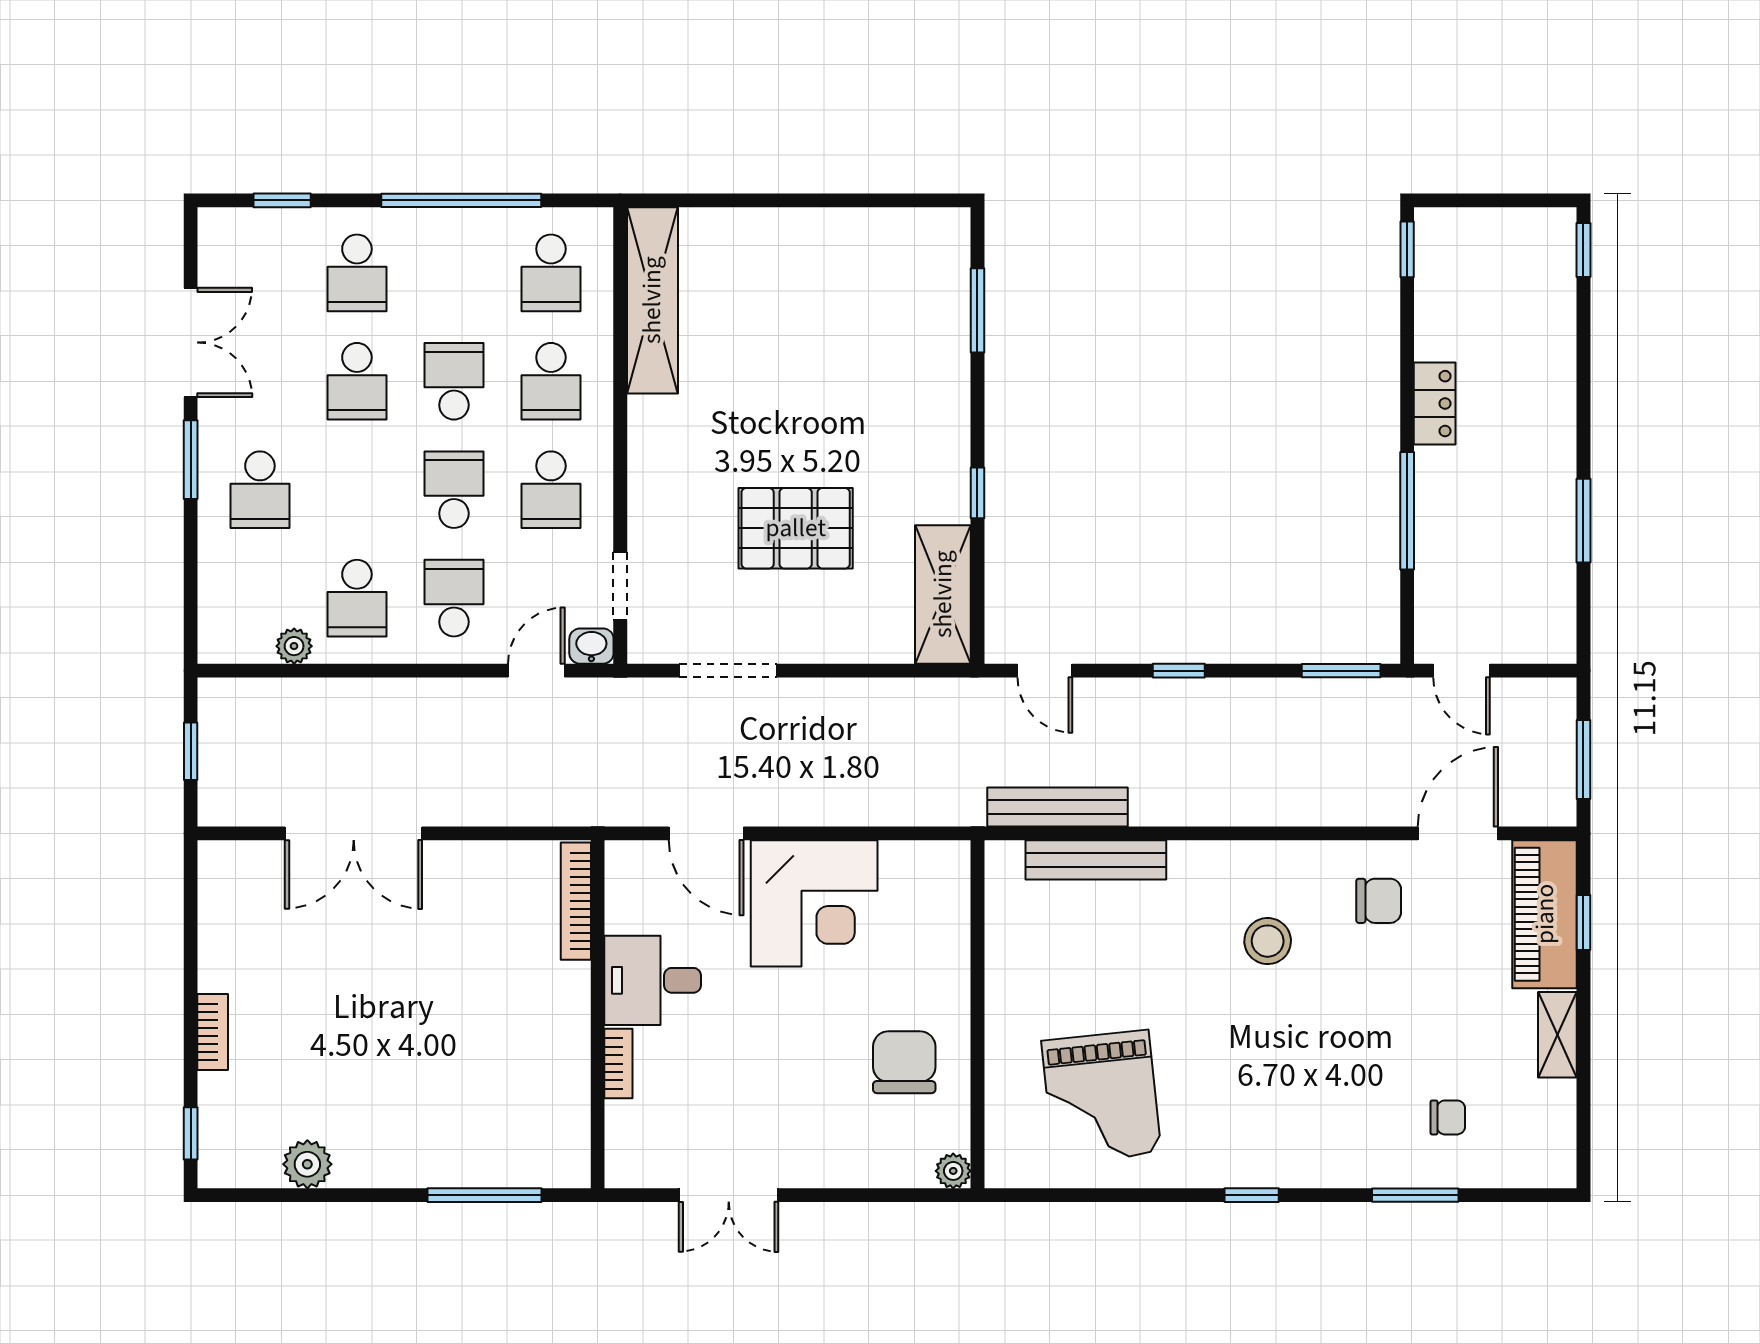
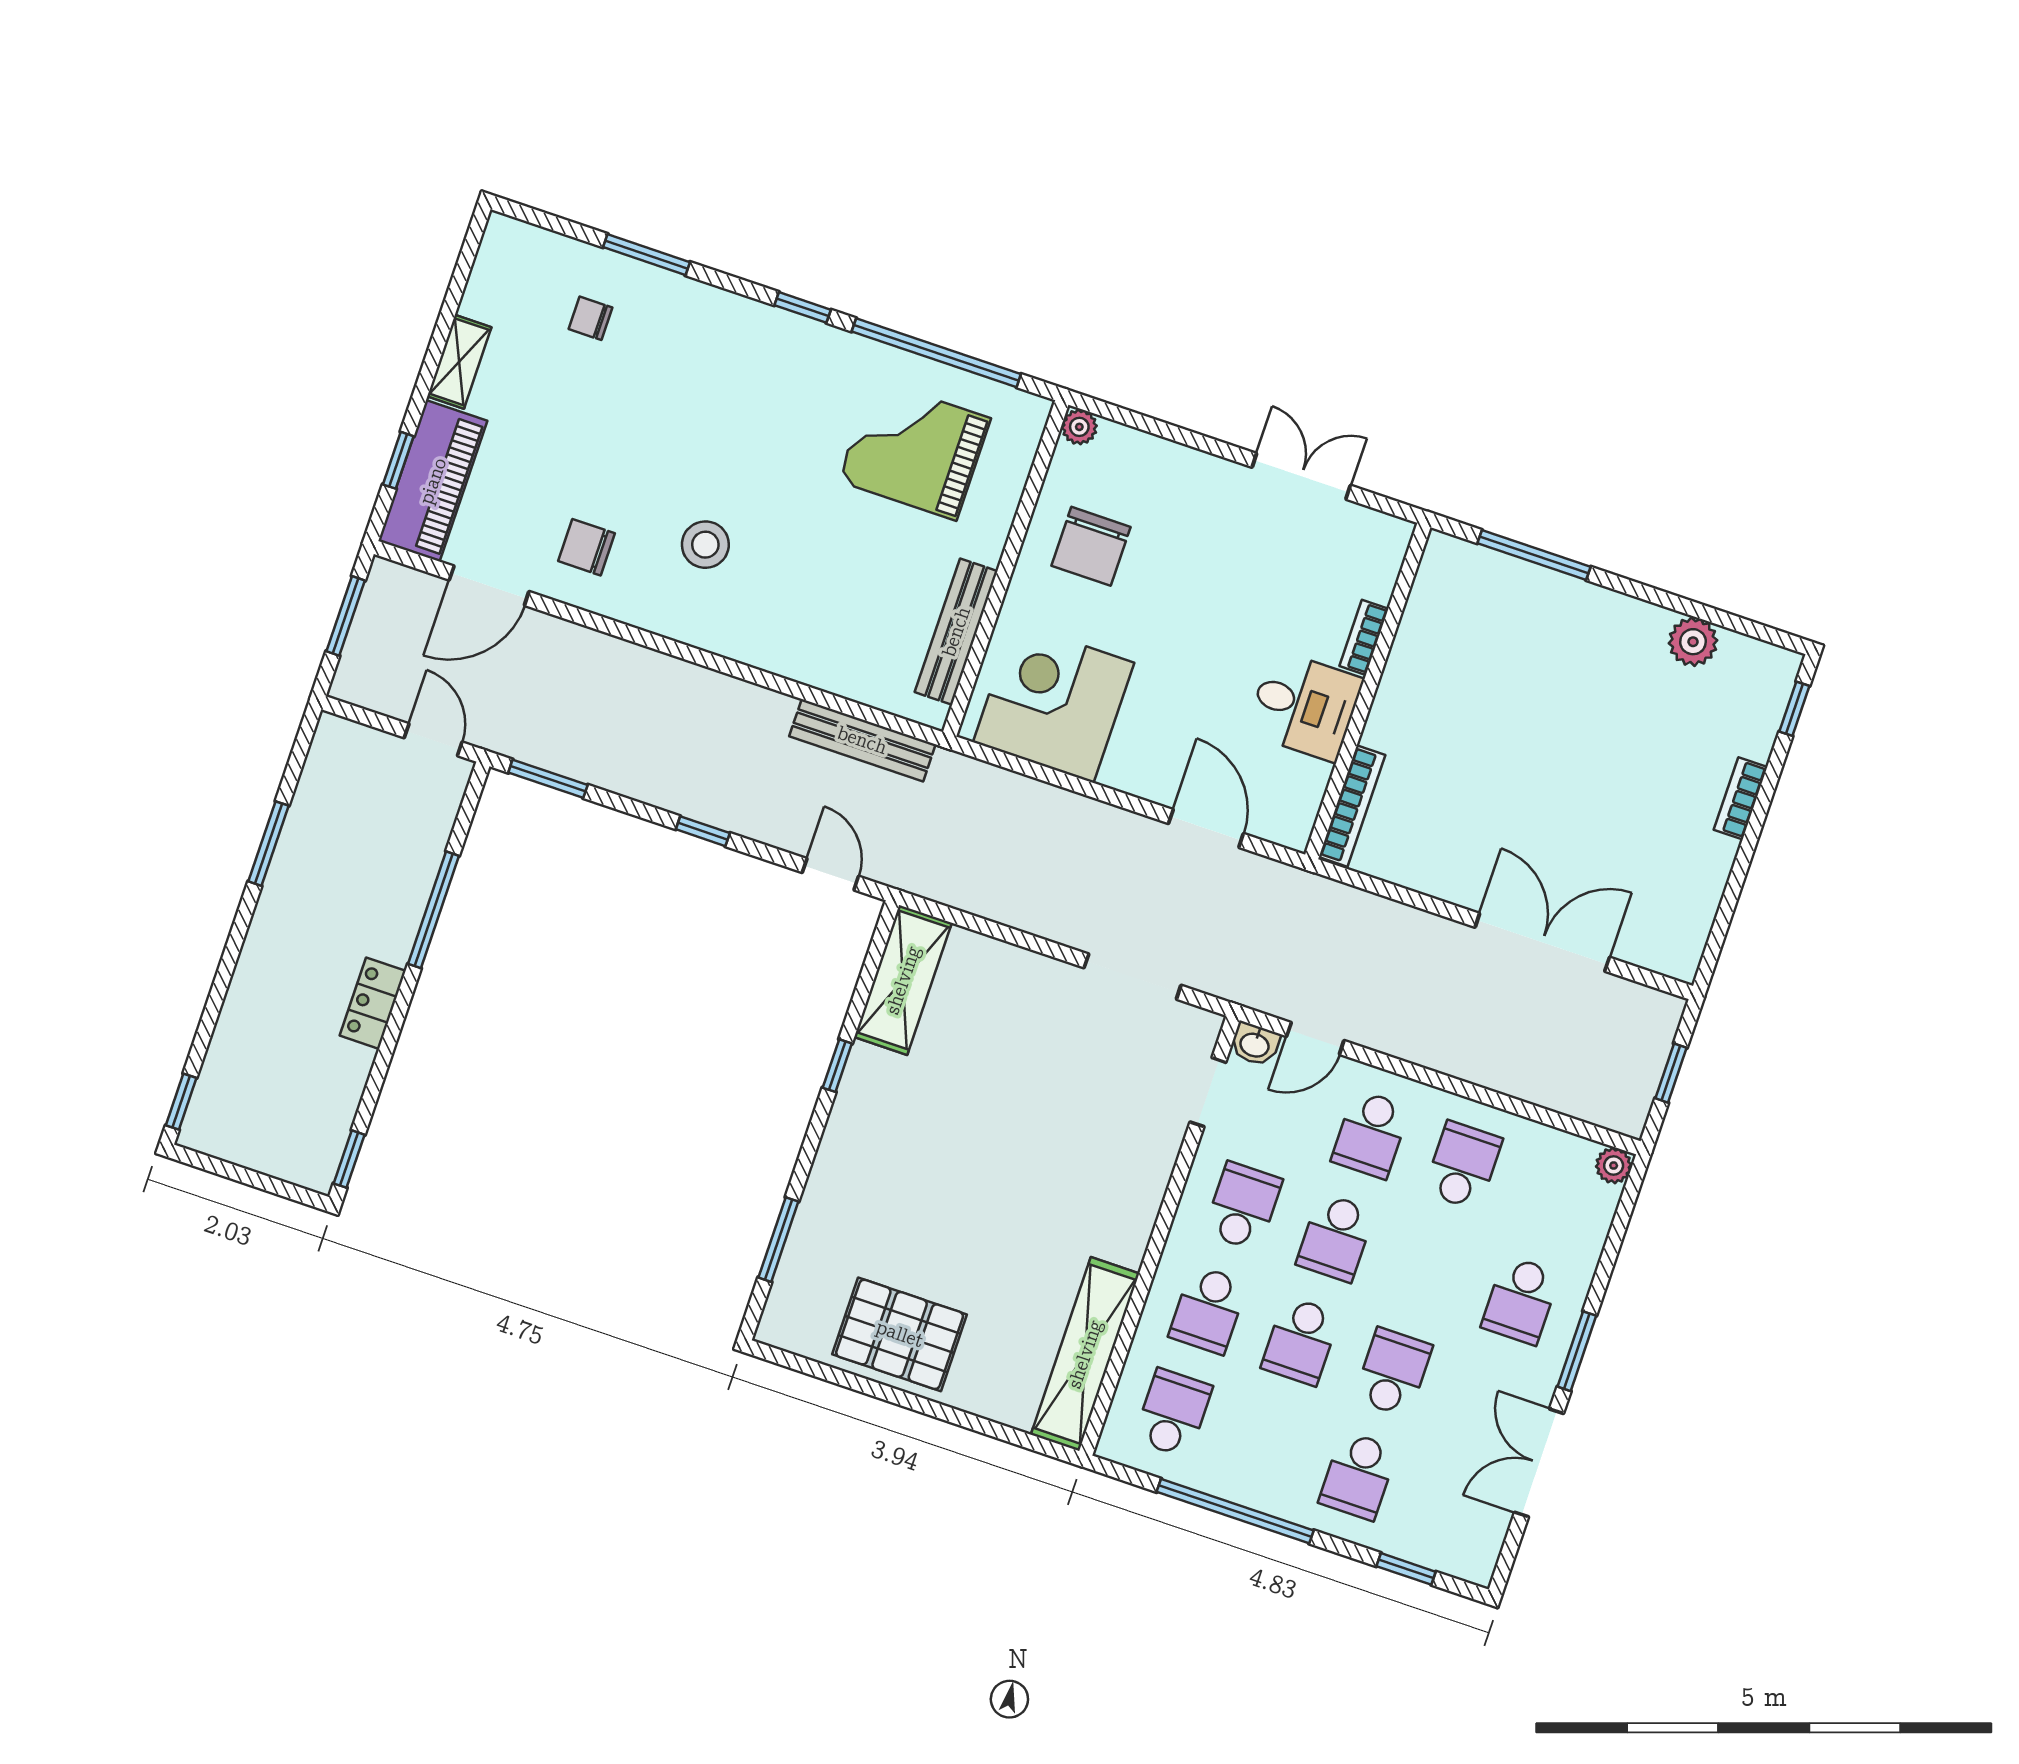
school desk: (357, 273) -> (1358, 1476), turned 180
school desk: (551, 381) -> (1208, 1310), turned 180
school desk: (260, 490) -> (1521, 1300), turned 180
pallet: (796, 528) -> (900, 1334), moved
plant: (294, 646) -> (1614, 1166), moved
bench: (1096, 860) -> (956, 632), moved, turned 90
corner desk: (814, 903) -> (1054, 702), moved
grand piano: (1101, 1097) -> (914, 450), turned -84
window: (1111, 1195) -> (936, 353), added

